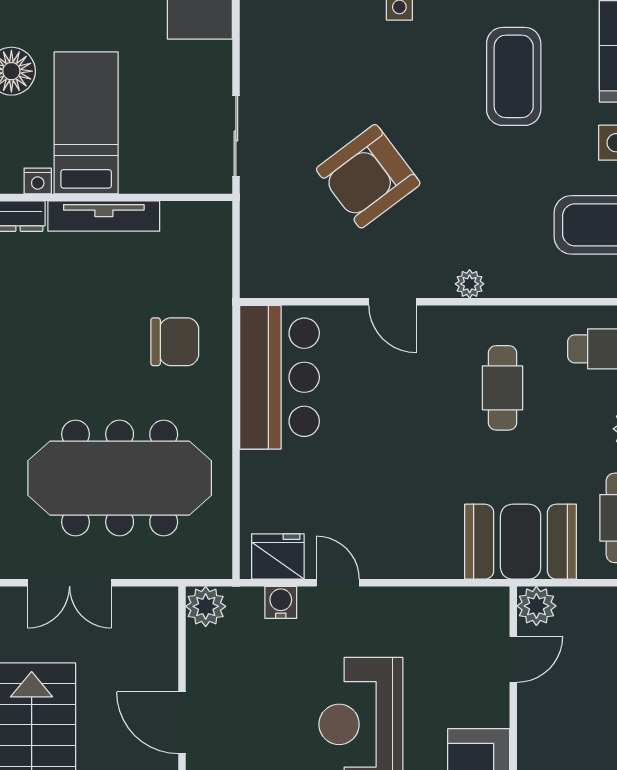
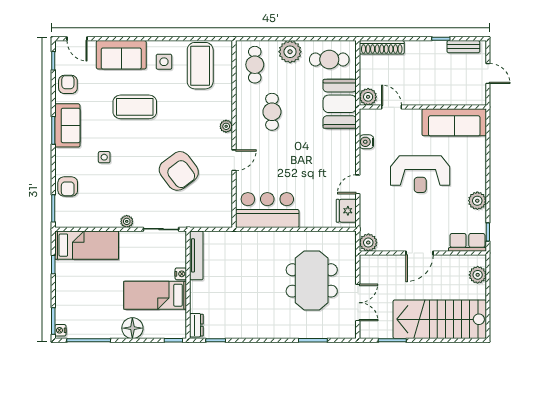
plant: (254, 58) -> (127, 221), added
nightstand: (38, 181) -> (181, 274), moved
tv unit: (104, 216) -> (196, 255), moved
chair: (175, 342) -> (252, 256), removed
cafe table: (502, 388) -> (272, 112), turned 90
meeting table: (120, 478) -> (312, 280), width x0.73
water cooler: (281, 602) -> (366, 142), moved

